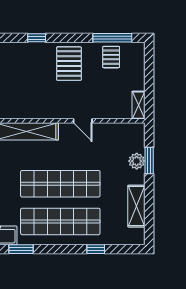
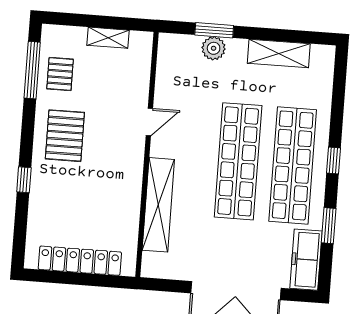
pallet: (111, 57) -> (60, 74), turned 90
pallet: (69, 64) -> (65, 136), turned 90
shelving: (138, 105) -> (108, 38), moved
window: (96, 249) -> (333, 160), moved

